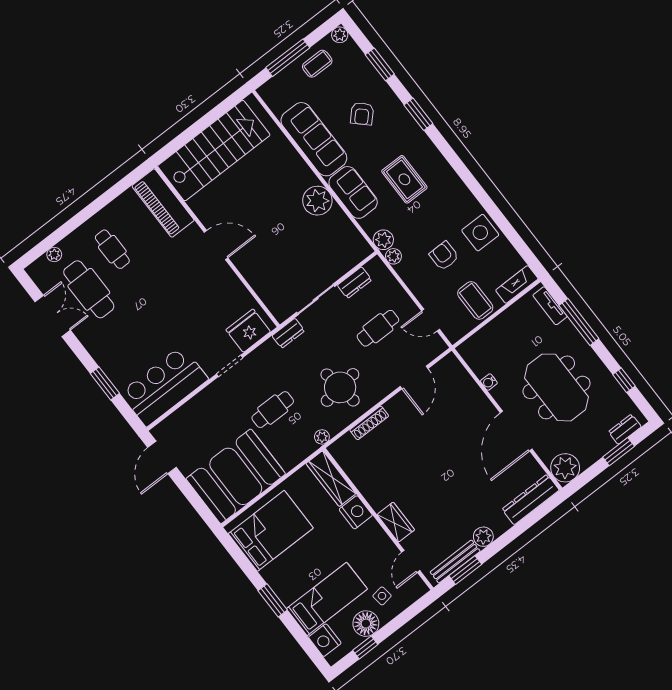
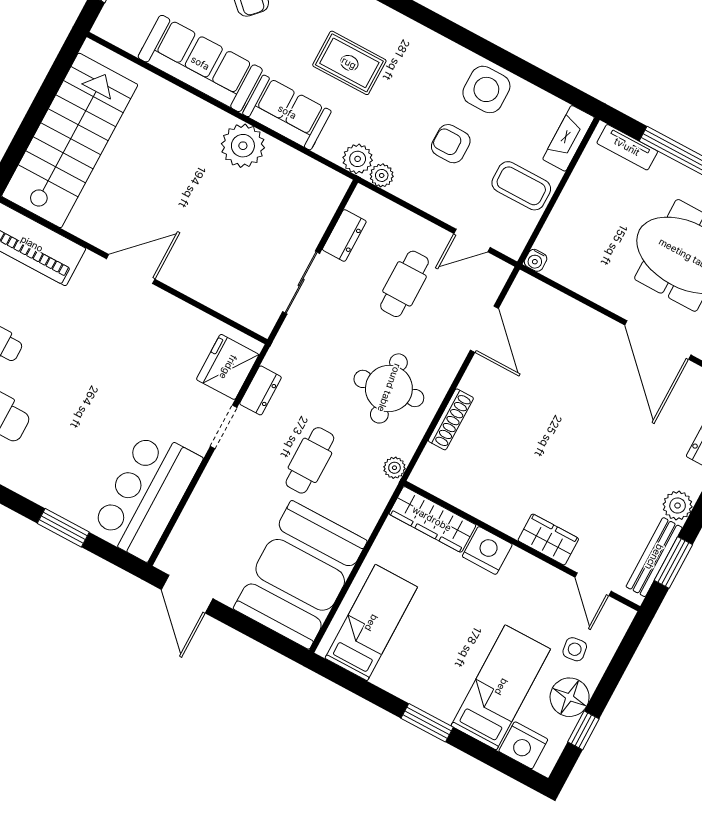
dresser: (288, 333) -> (260, 390), moved
water cooler: (489, 382) -> (536, 260), moved
bed: (271, 531) -> (371, 623), width x0.67

